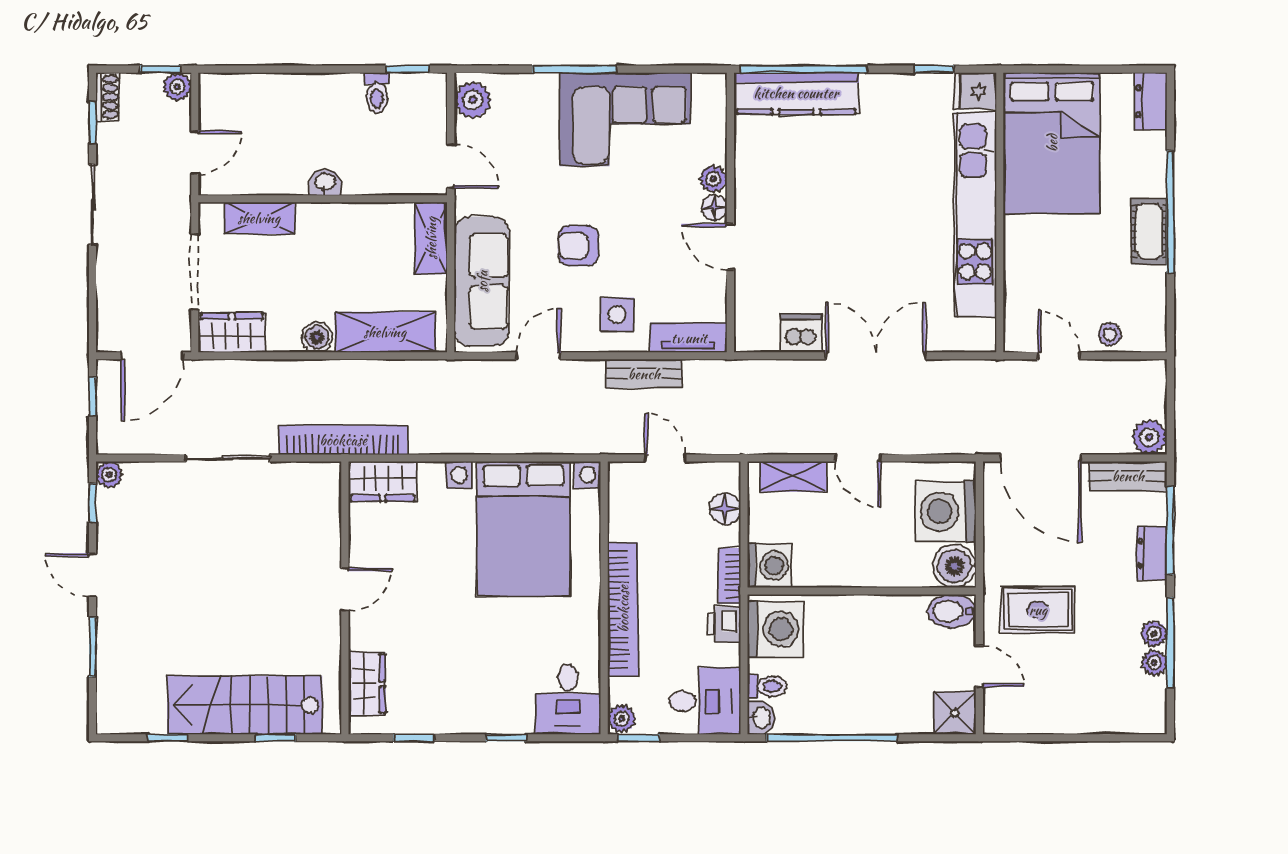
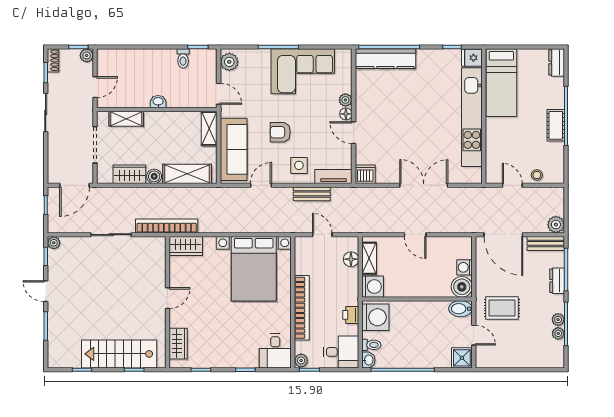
bed: (1052, 143) -> (501, 83), width x0.67
wardrobe: (232, 333) -> (129, 174), moved
dishwasher: (801, 333) -> (365, 174), moved
shelving: (793, 477) -> (369, 258), moved, turned 90
washing machine: (946, 511) -> (464, 267), width x0.53, depth x0.53
bookcase: (729, 576) -> (353, 292), removed

